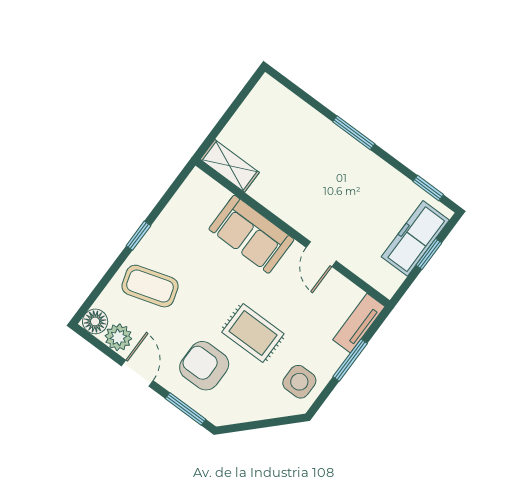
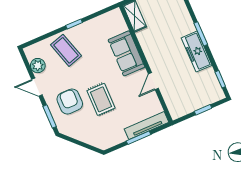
freezer: (415, 238) -> (197, 52), moved, turned -90
floor lamp: (95, 321) -> (31, 52), removed
tv unit: (359, 323) -> (147, 126), width x1.41
door: (137, 373) -> (37, 87), swing flipped
side table: (299, 382) -> (109, 134), removed

